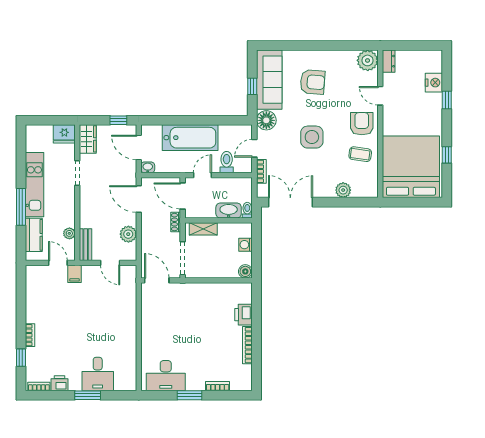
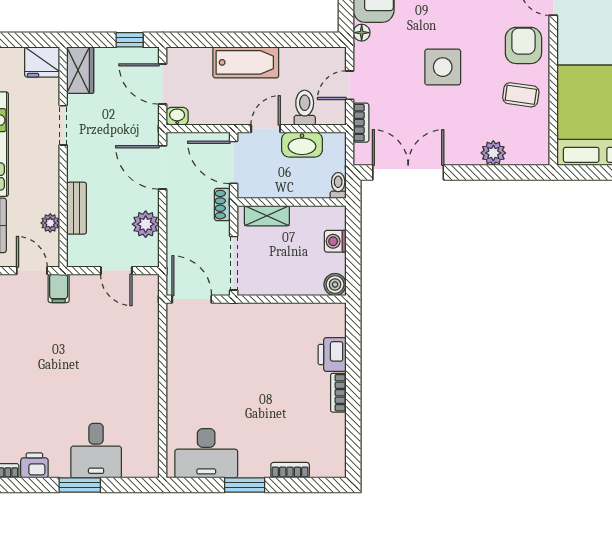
floor lamp: (266, 120) -> (362, 33), width x0.53, depth x0.53
bathtub: (190, 138) -> (246, 62), width x0.73, depth x0.73
washbasin: (229, 211) -> (302, 145), moved, turned 180
bench: (86, 245) -> (77, 208), moved
bookcase: (247, 345) -> (338, 393), width x0.64

